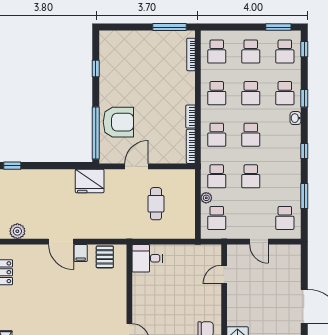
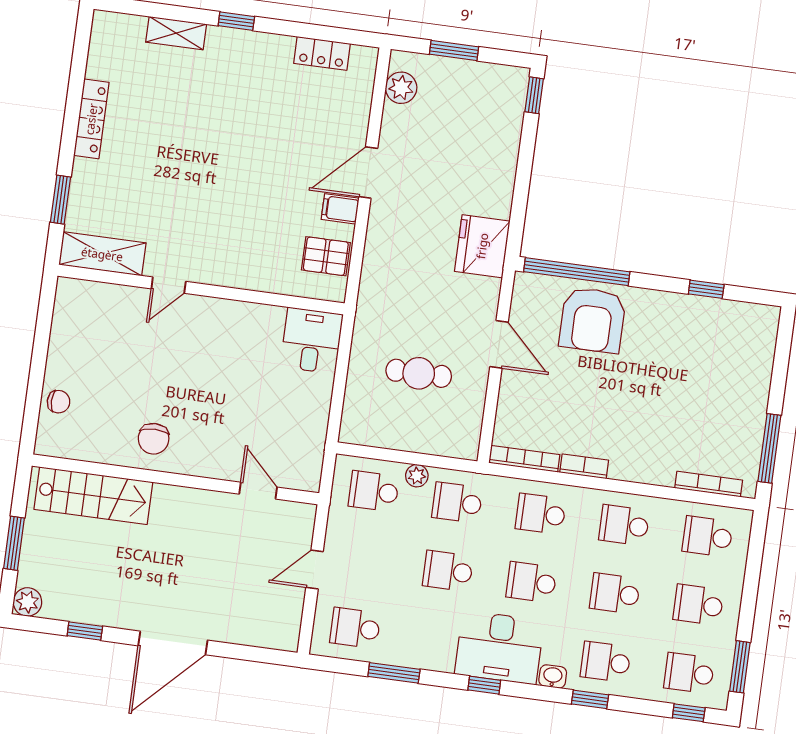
desk: (285, 146) -> (499, 647), added

